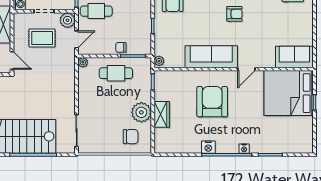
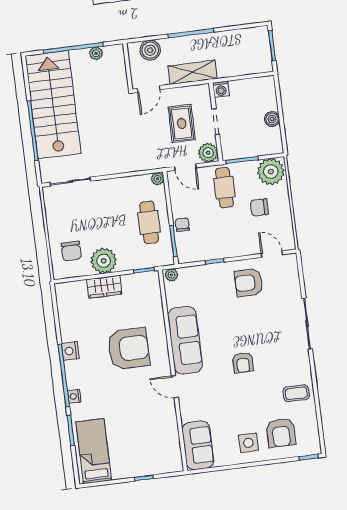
side table: (297, 17) -> (248, 443), added
bed: (289, 93) -> (94, 451), moved, width x0.49

